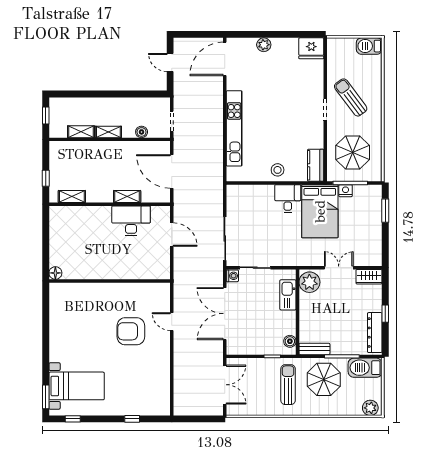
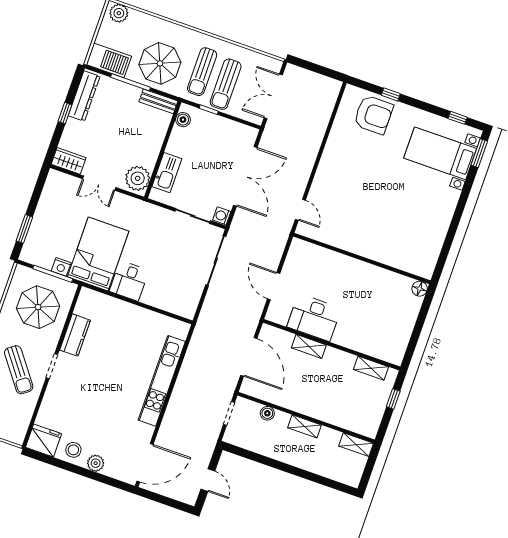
window: (46, 116) -> (369, 469), removed
shelving: (81, 132) -> (356, 445), moved
kitchen counter: (316, 165) -> (75, 335), moved
stool: (278, 170) -> (73, 450), moved
door: (172, 322) -> (300, 210), moved
armchair: (131, 331) -> (373, 115), moved
sun lounger: (266, 381) -> (226, 84), added

